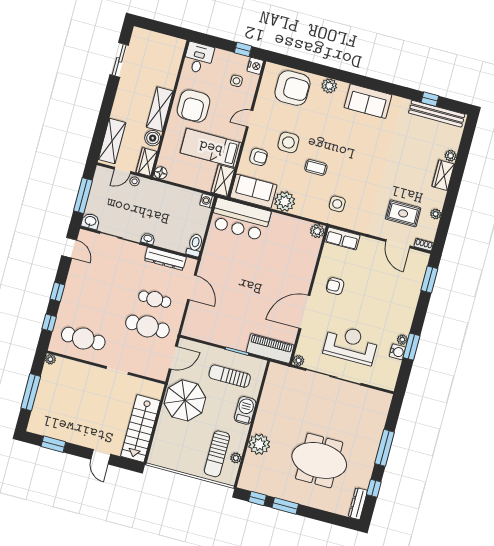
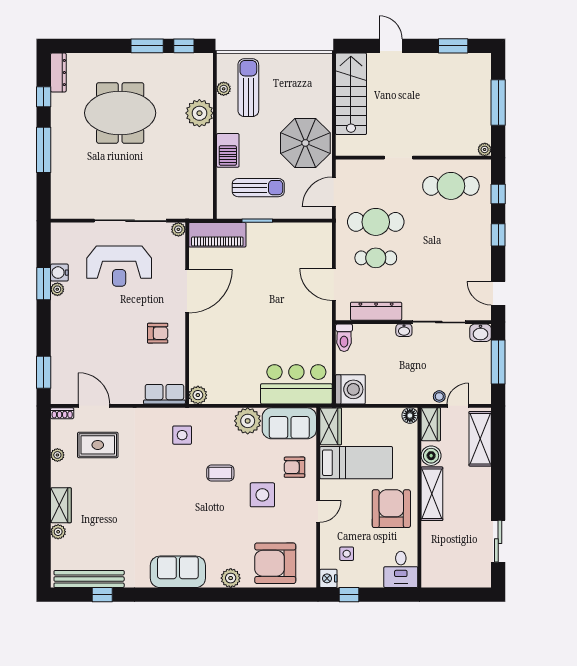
washing machine: (207, 201) -> (350, 389), width x1.89, depth x1.89

